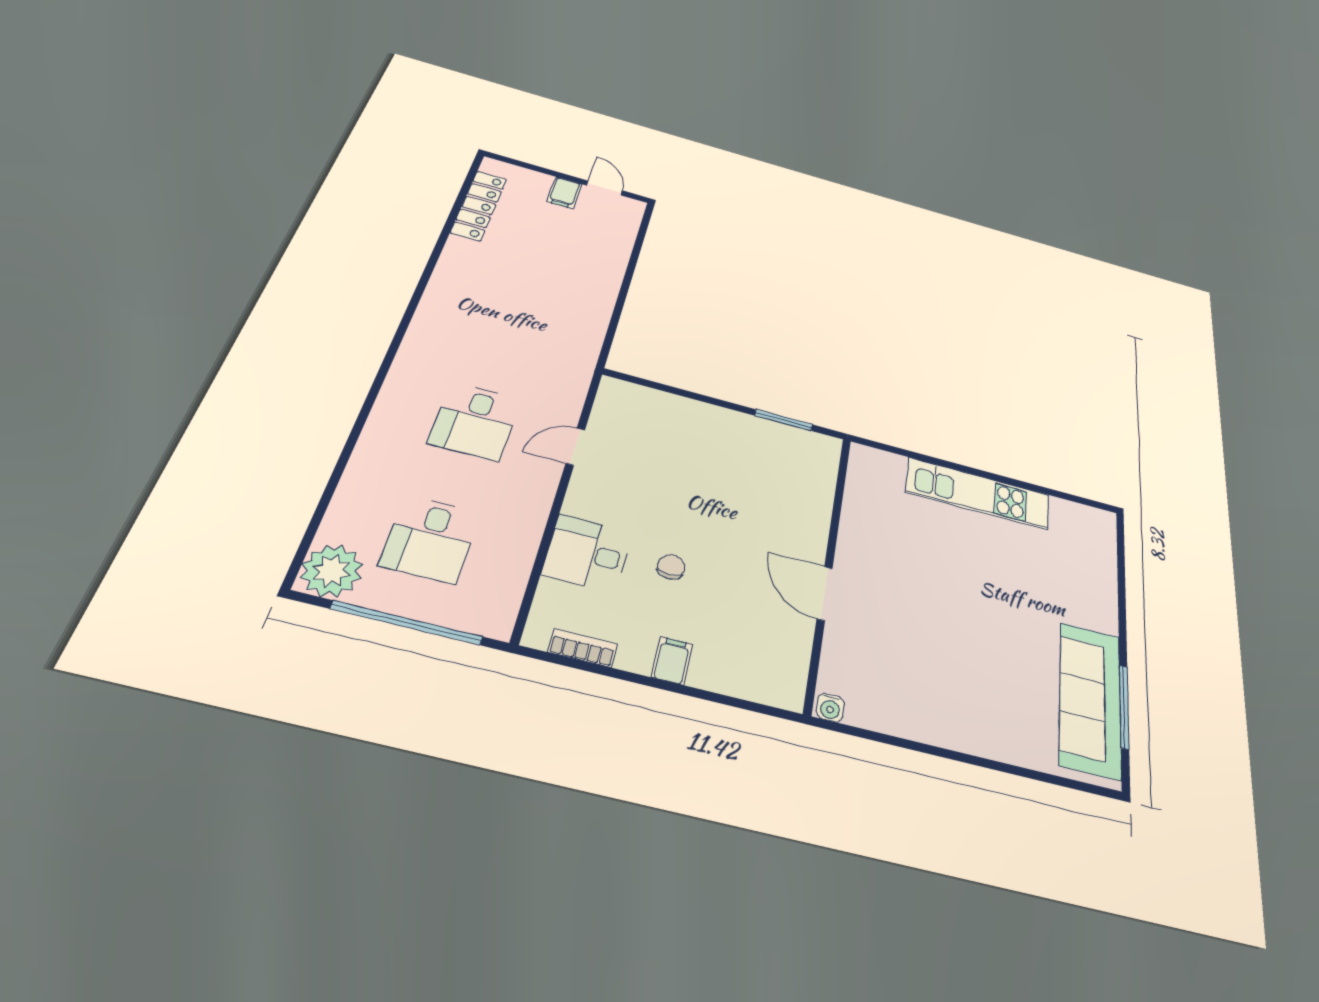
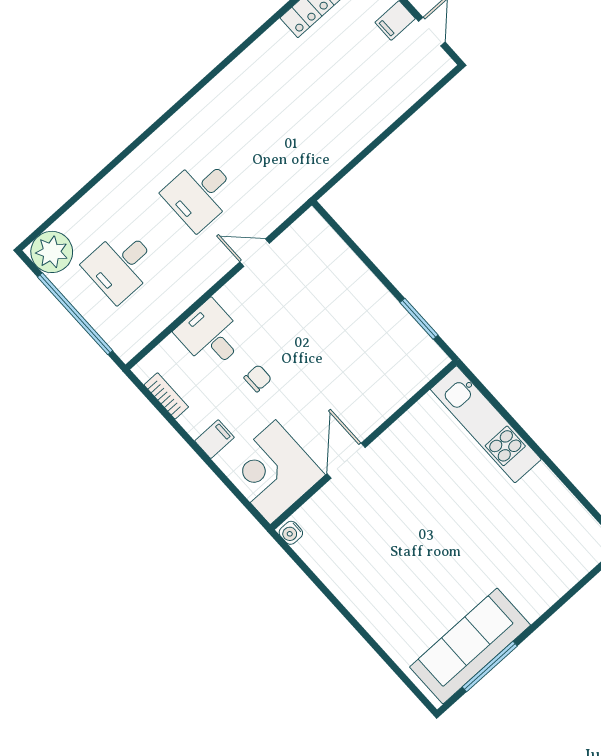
kitchen unit: (978, 494) -> (486, 424), moved
corner desk: (761, 655) -> (273, 472), added

